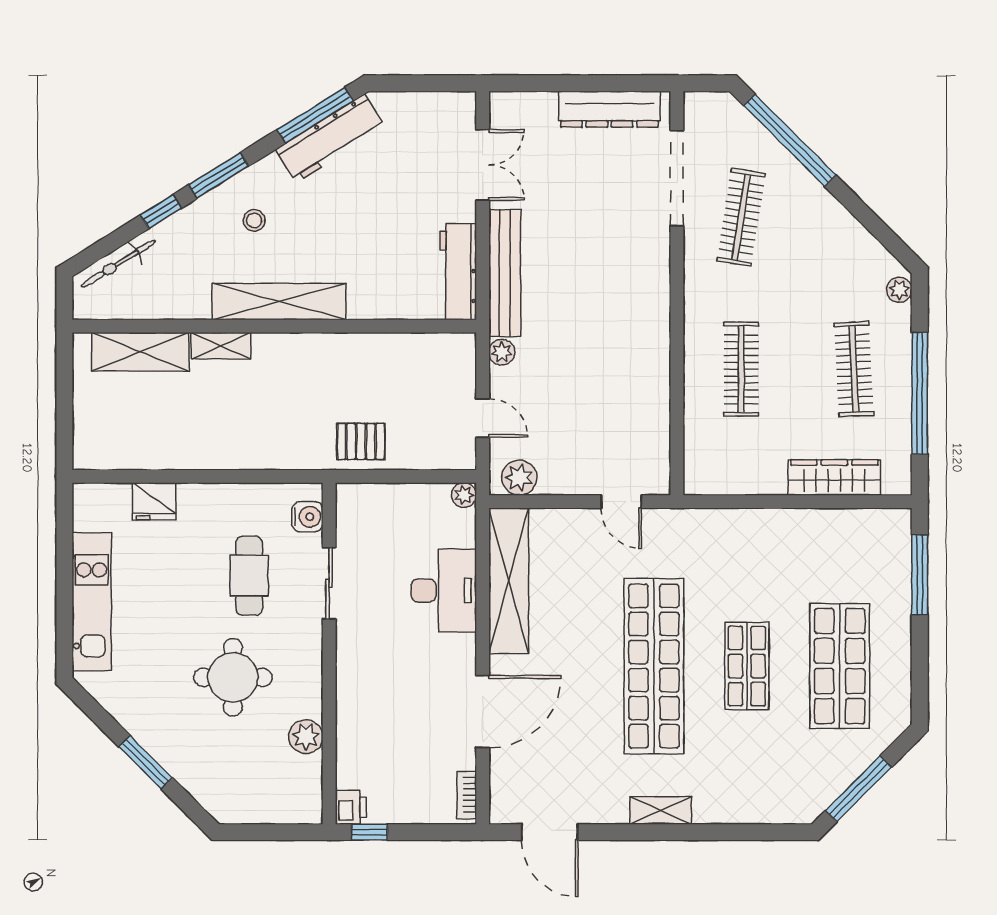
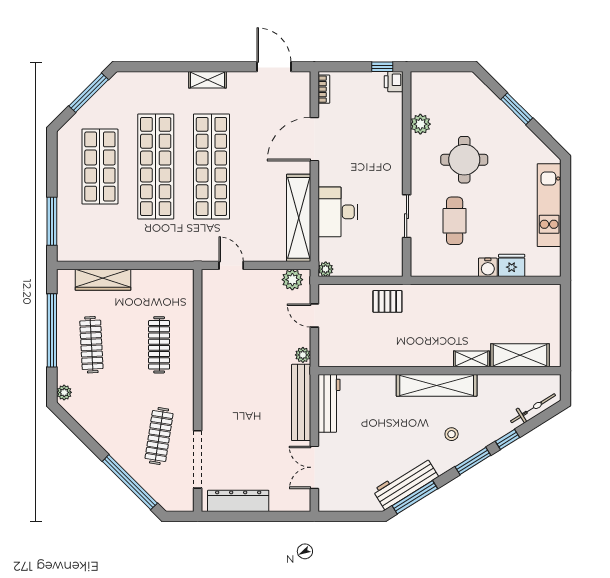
water cooler: (307, 517) -> (488, 267), moved, turned -90
shop shelf: (747, 666) -> (156, 166), width x2.00, depth x1.36

